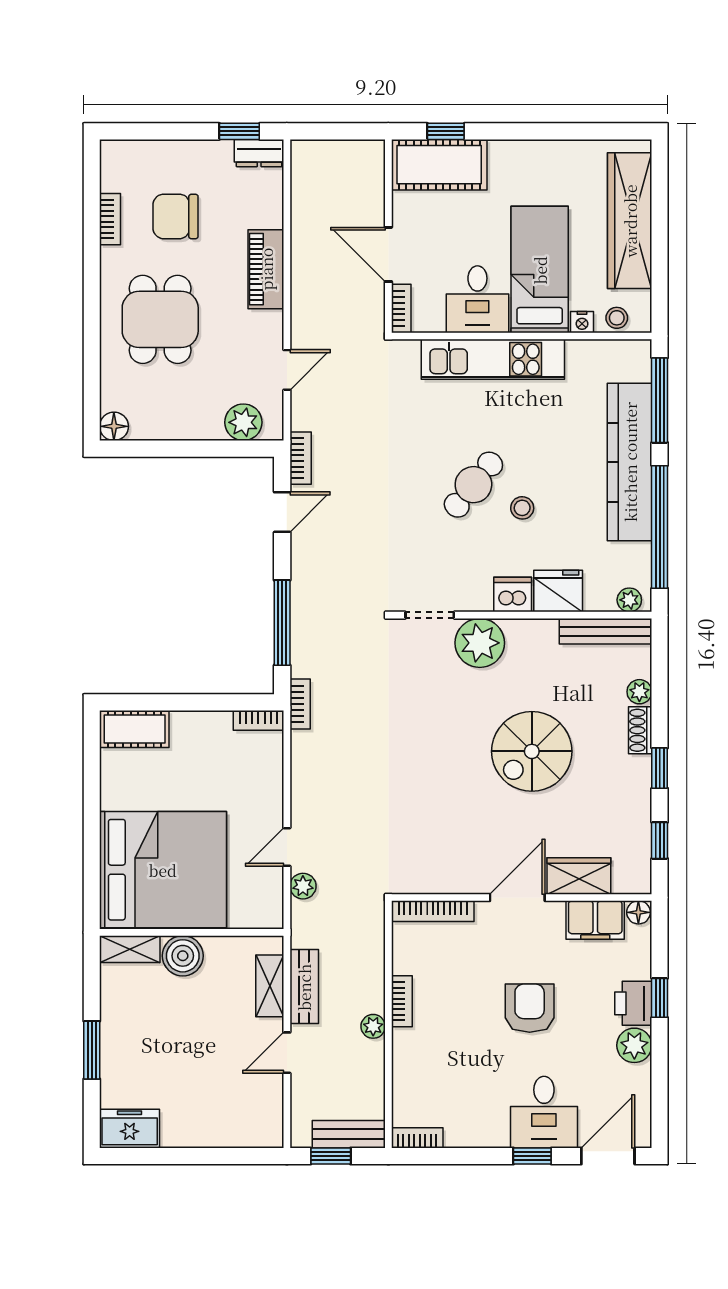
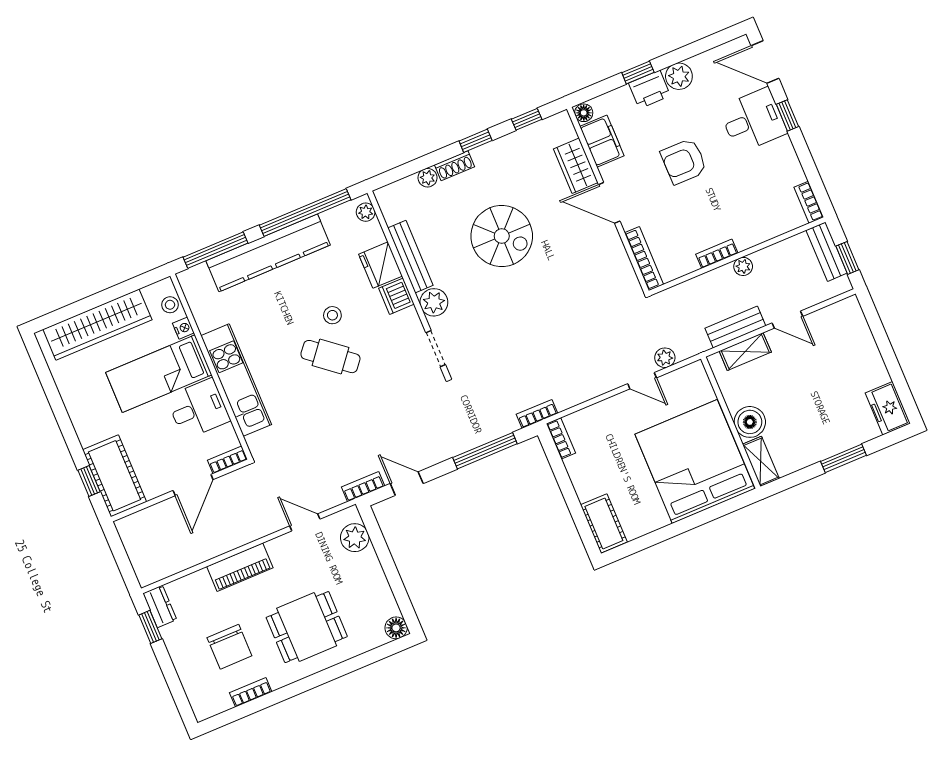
bench: (606, 631) -> (410, 257), moved
plant: (480, 643) -> (434, 302), width x0.73, depth x0.73

